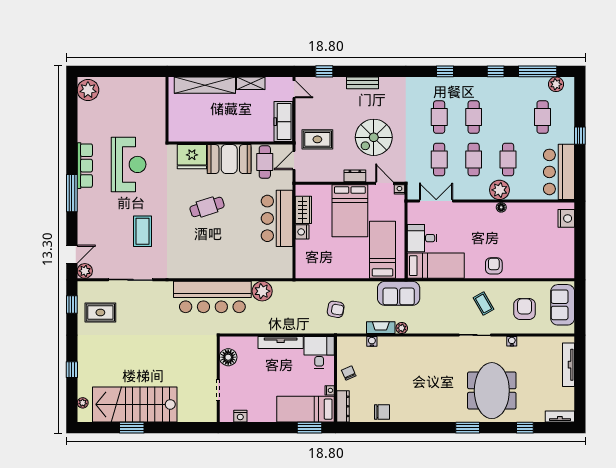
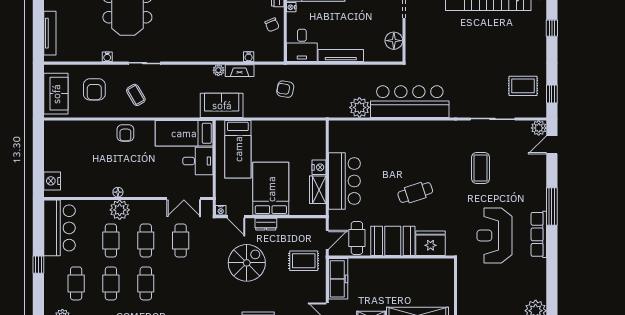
cafe table: (439, 117) -> (111, 283), moved

